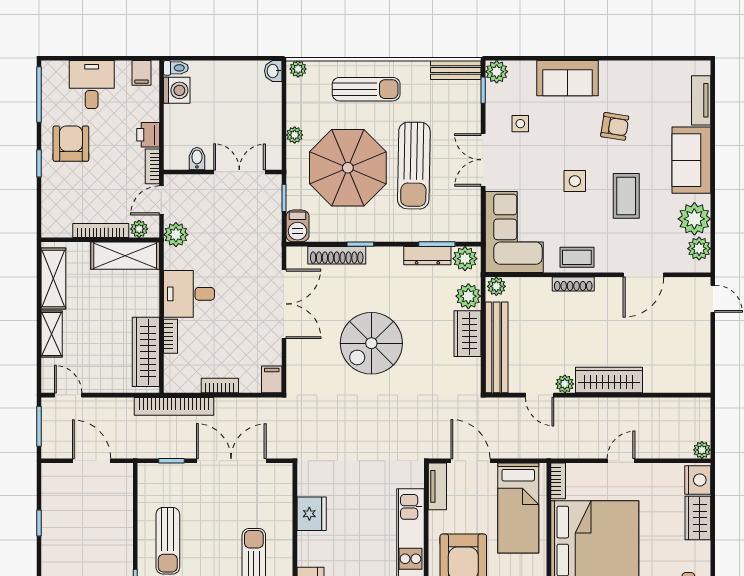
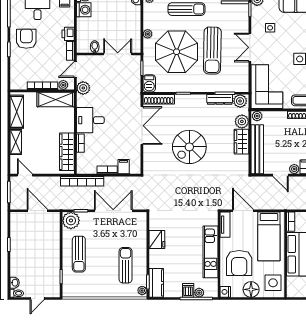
shoe rack: (337, 255) -> (159, 99), moved
filing cabinet: (272, 379) -> (124, 167), moved
plant: (153, 479) -> (71, 220), added

